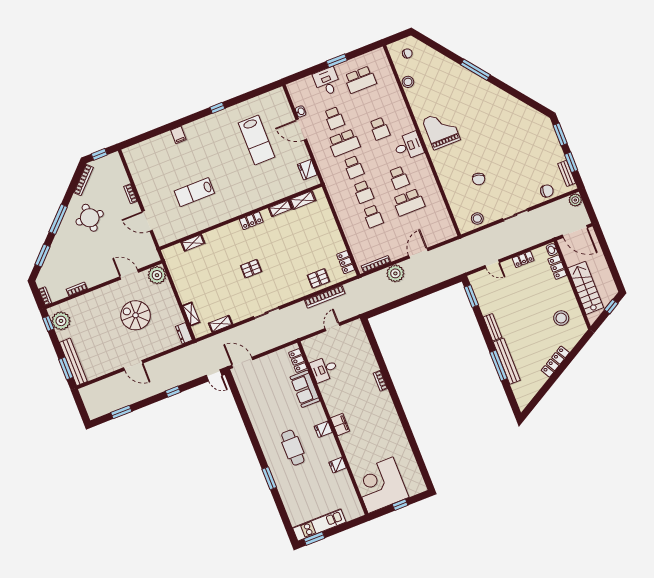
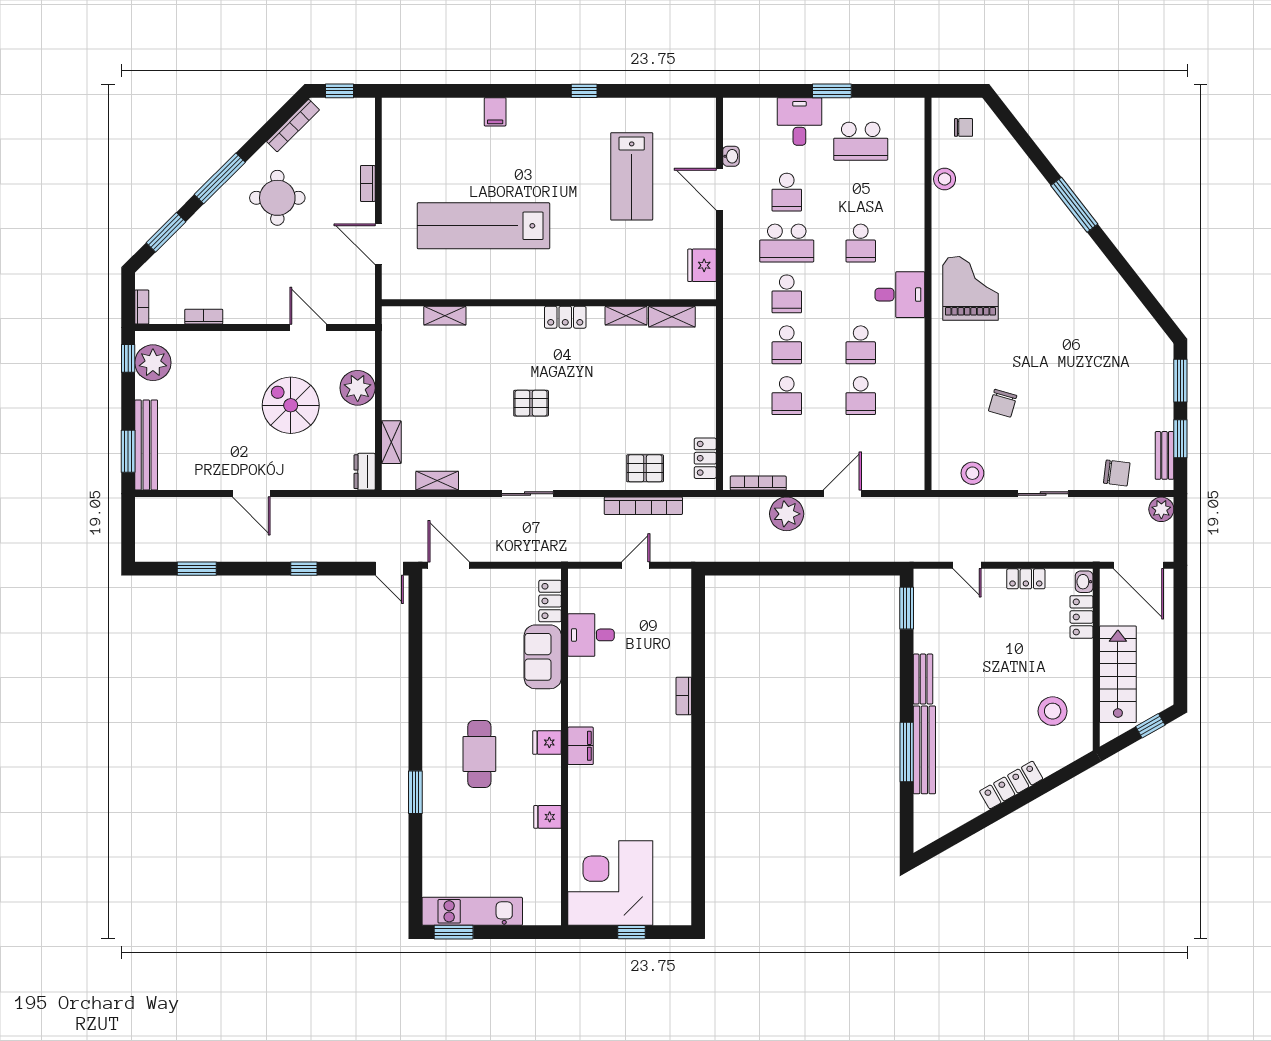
lab bench: (194, 192) -> (483, 226), width x1.86, depth x1.39
school desk: (409, 202) -> (861, 396), width x0.54
plant: (157, 275) -> (358, 388), moved

